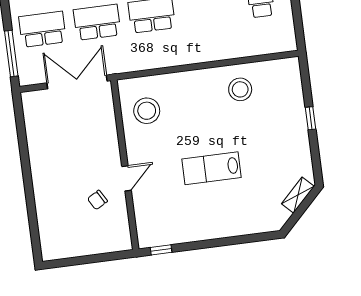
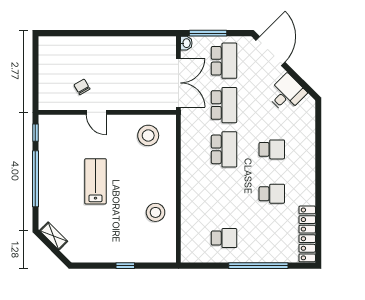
washbasin: (27, 79) -> (186, 43), added
shelving: (298, 195) -> (54, 236), moved
window: (218, 243) -> (35, 179), added

